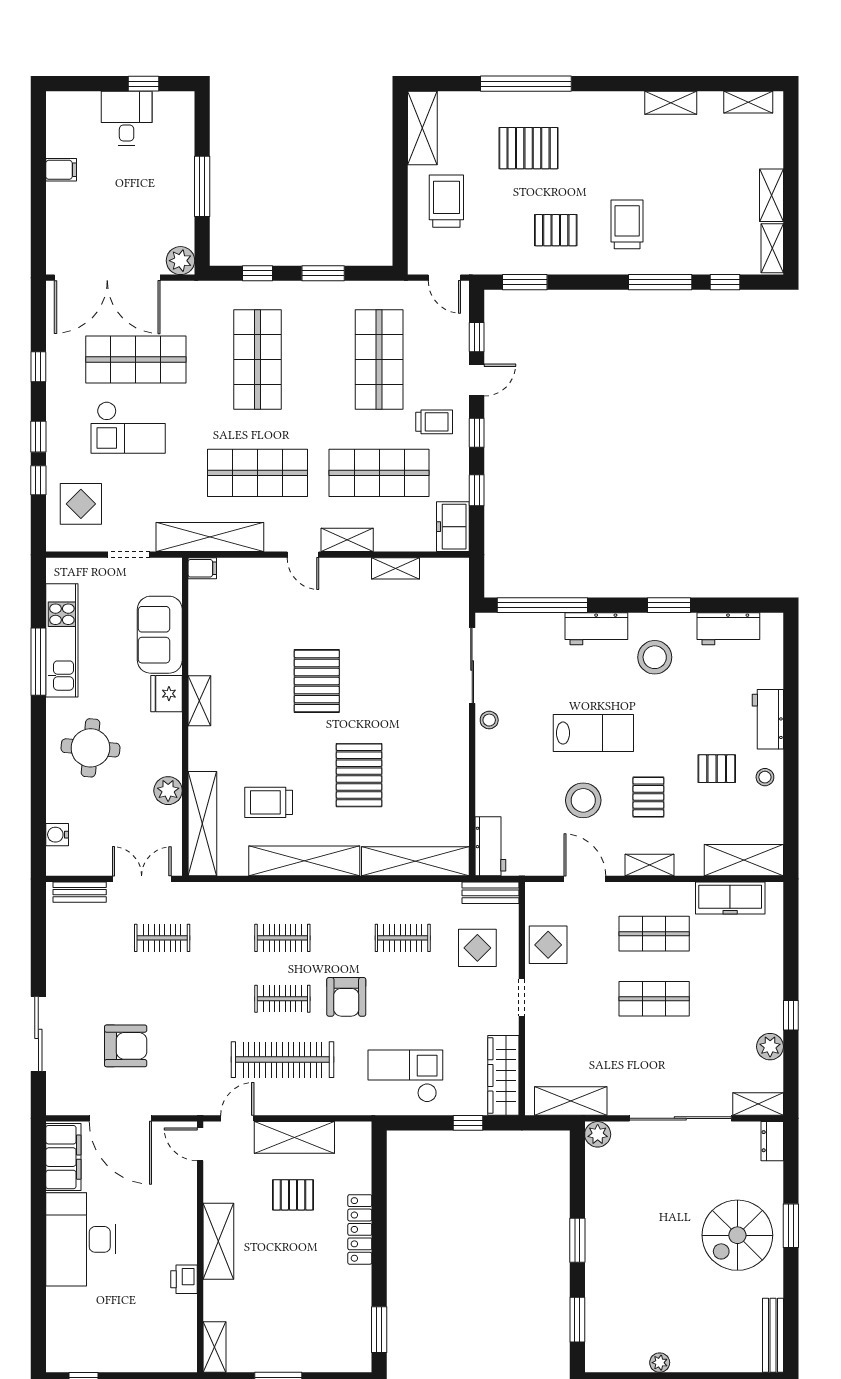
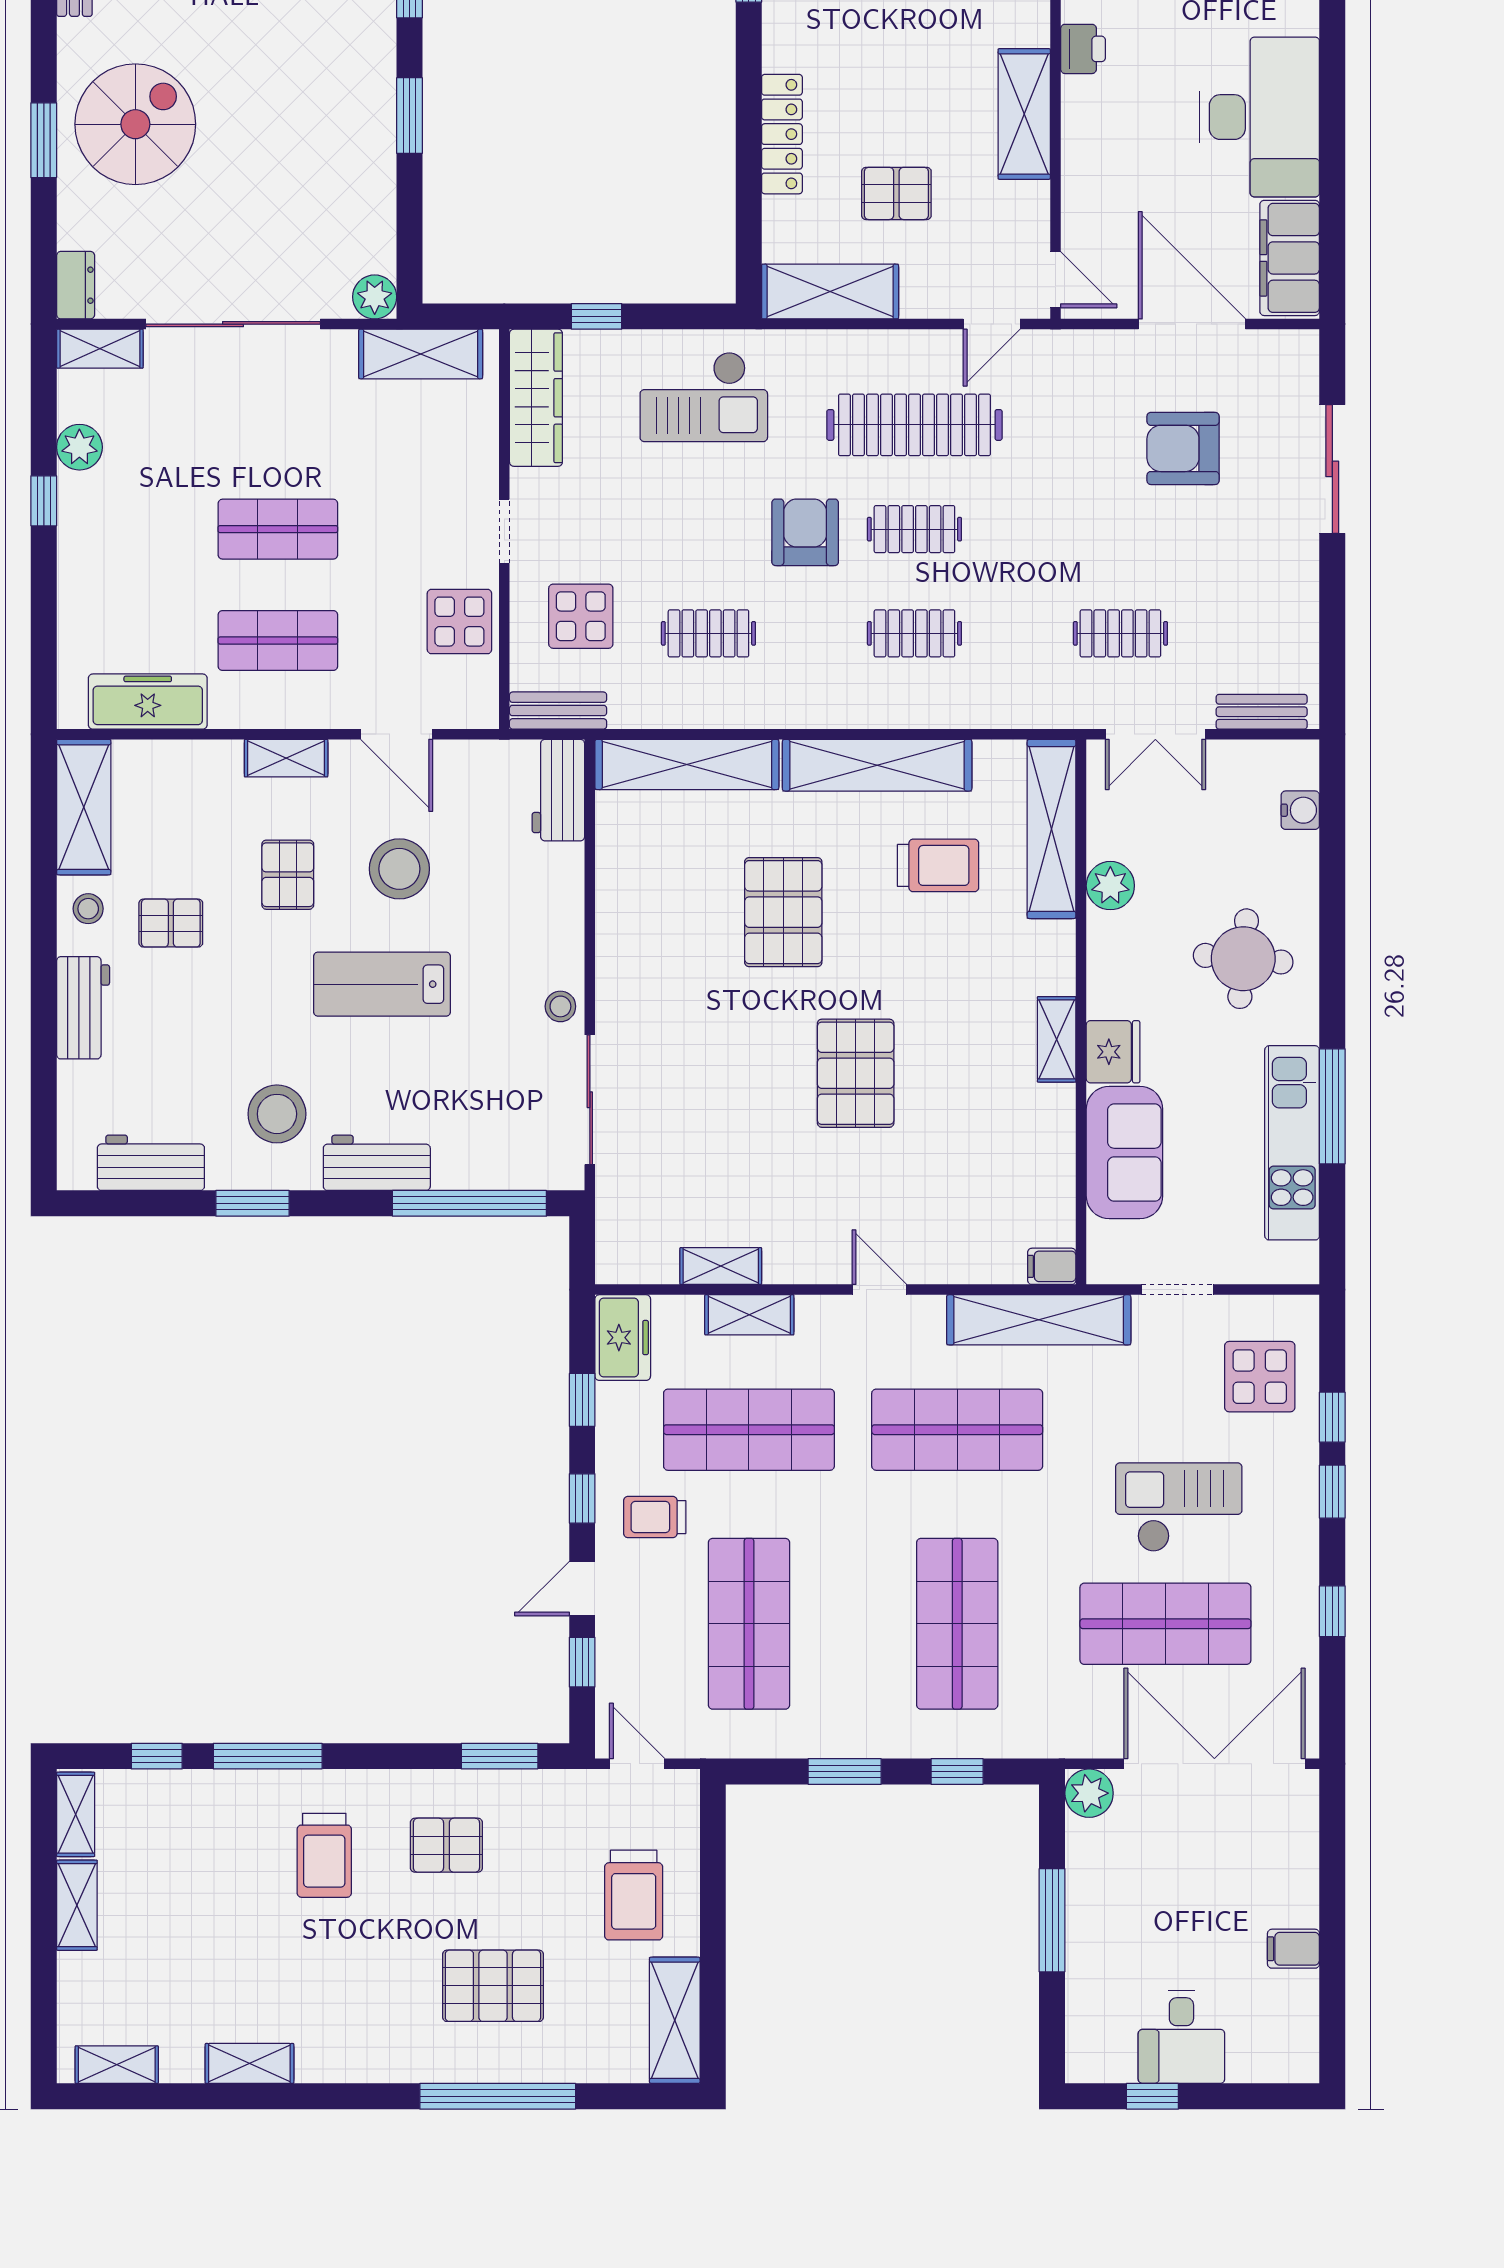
shelving: (347, 540) -> (749, 1315), moved
shelving: (744, 860) -> (84, 807), moved, turned 90
shelving: (294, 1137) -> (830, 292), moved

